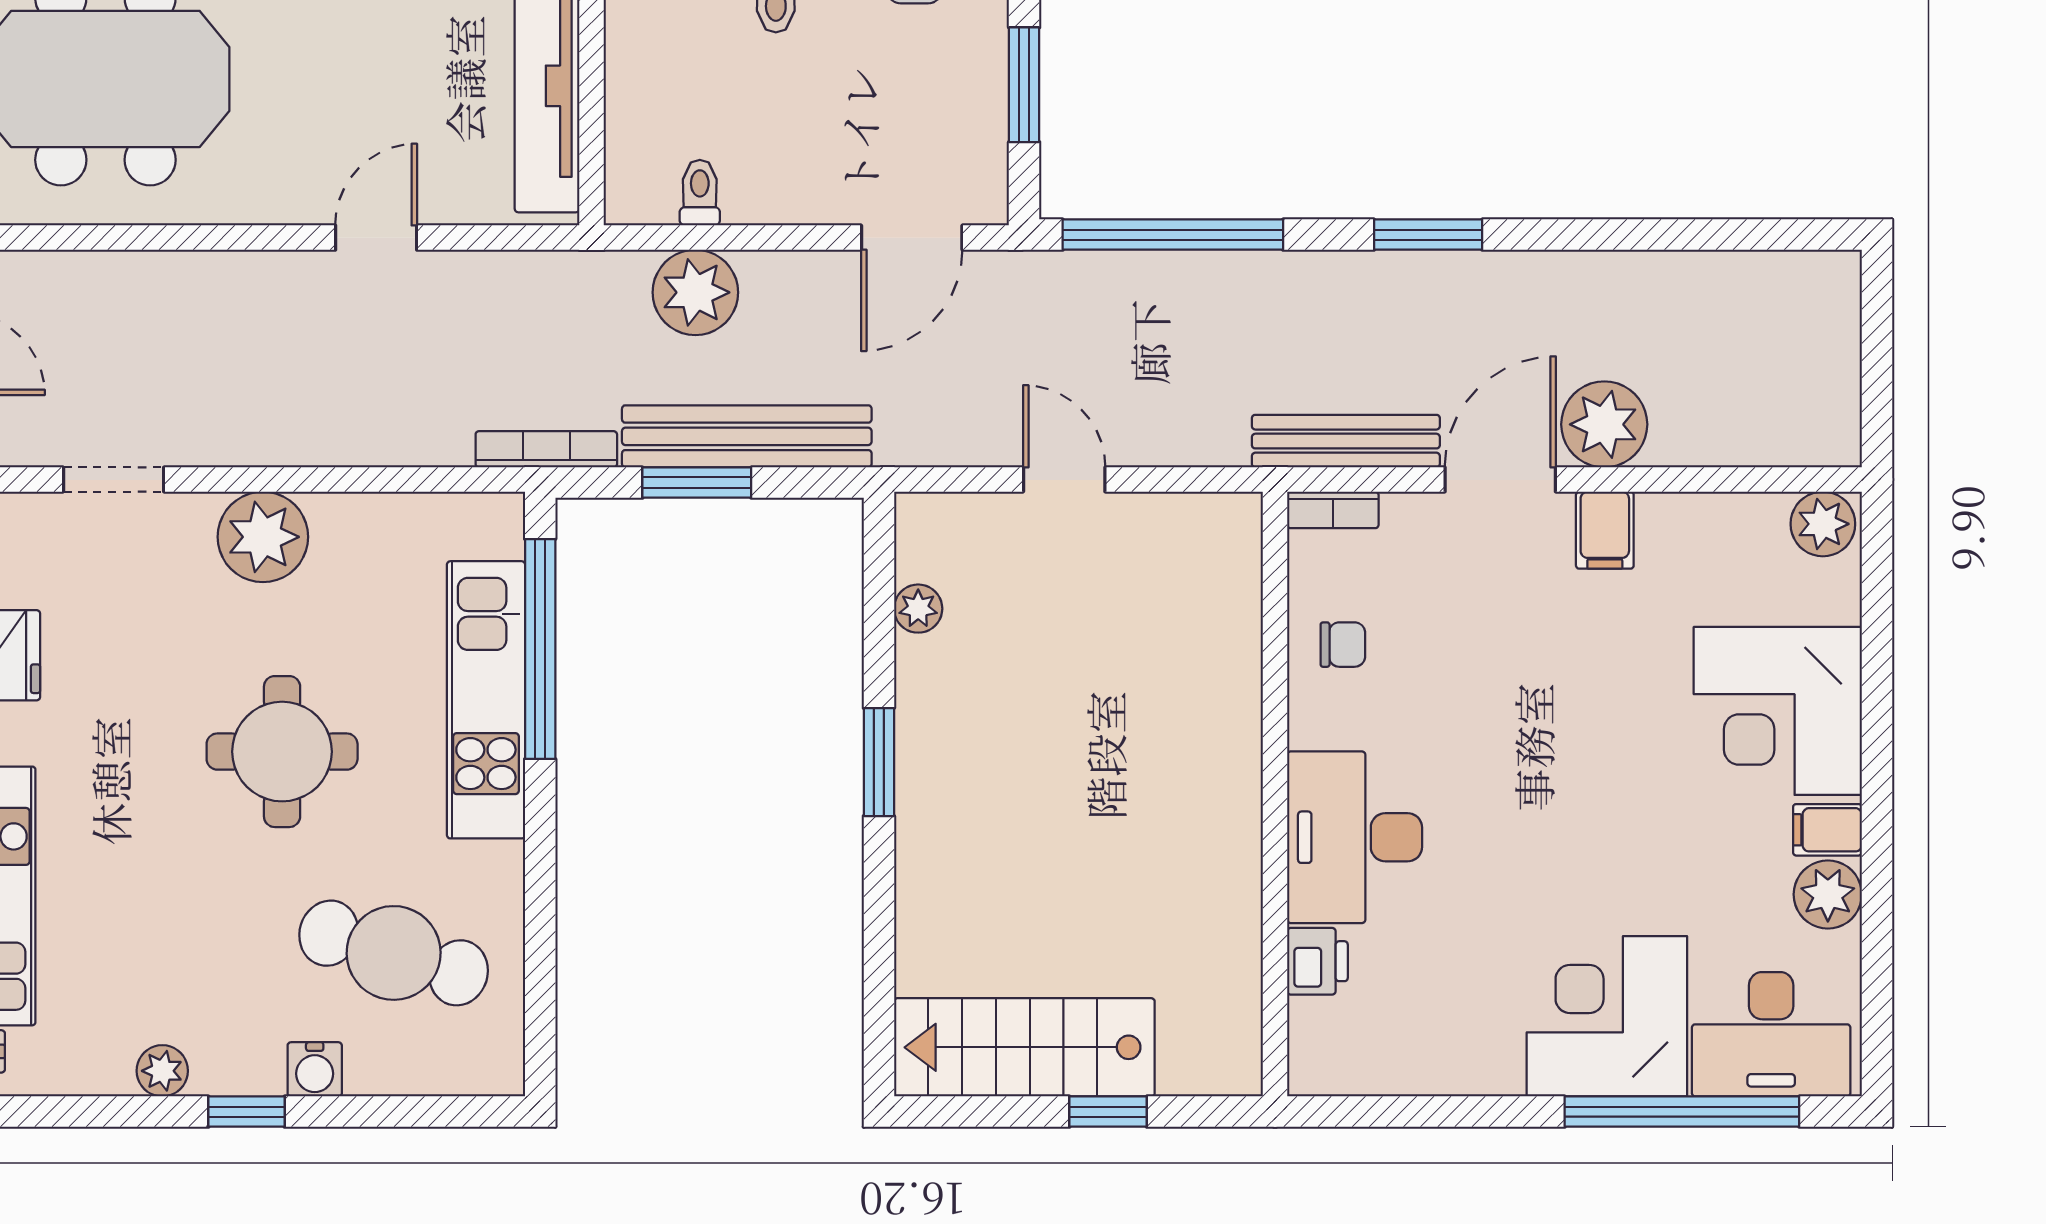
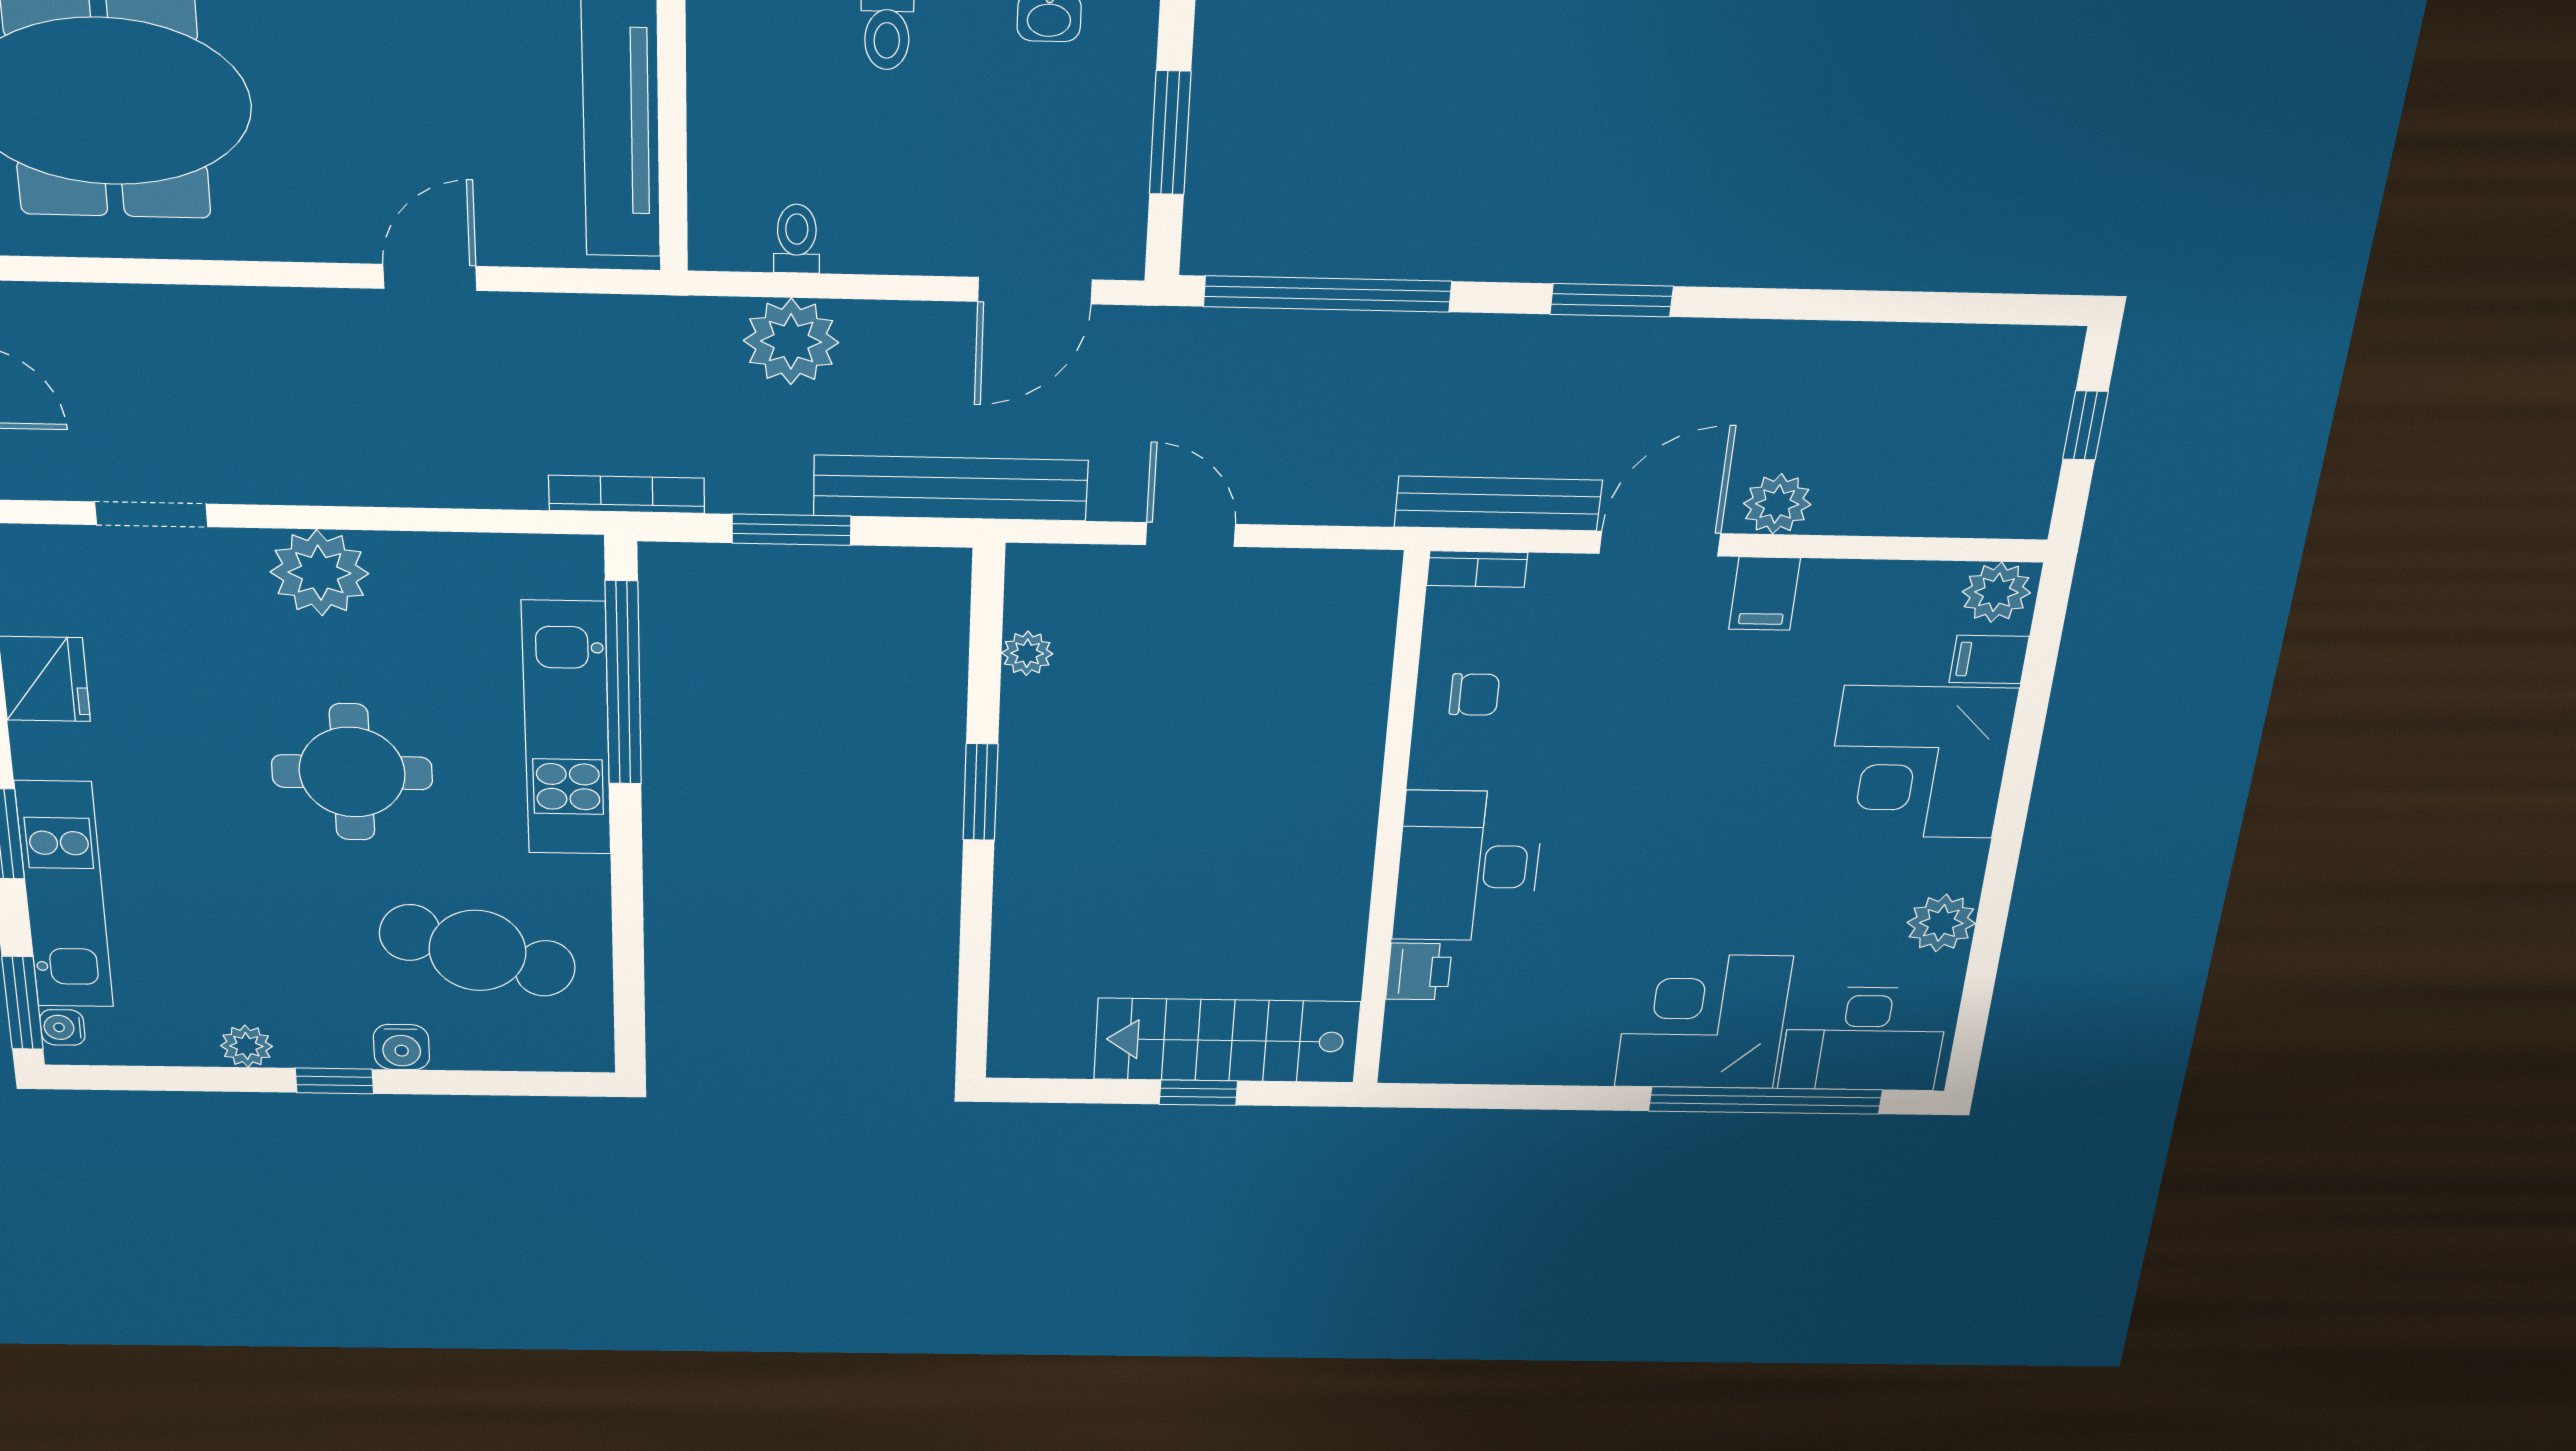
window: (1877, 349) -> (2085, 425), added
plant: (1604, 424) -> (1777, 504), width x0.73, depth x0.73
bench: (747, 436) -> (951, 488), moved
filing cabinet: (1827, 830) -> (1989, 659), moved
stairs: (1024, 1047) -> (1227, 1040), moved

